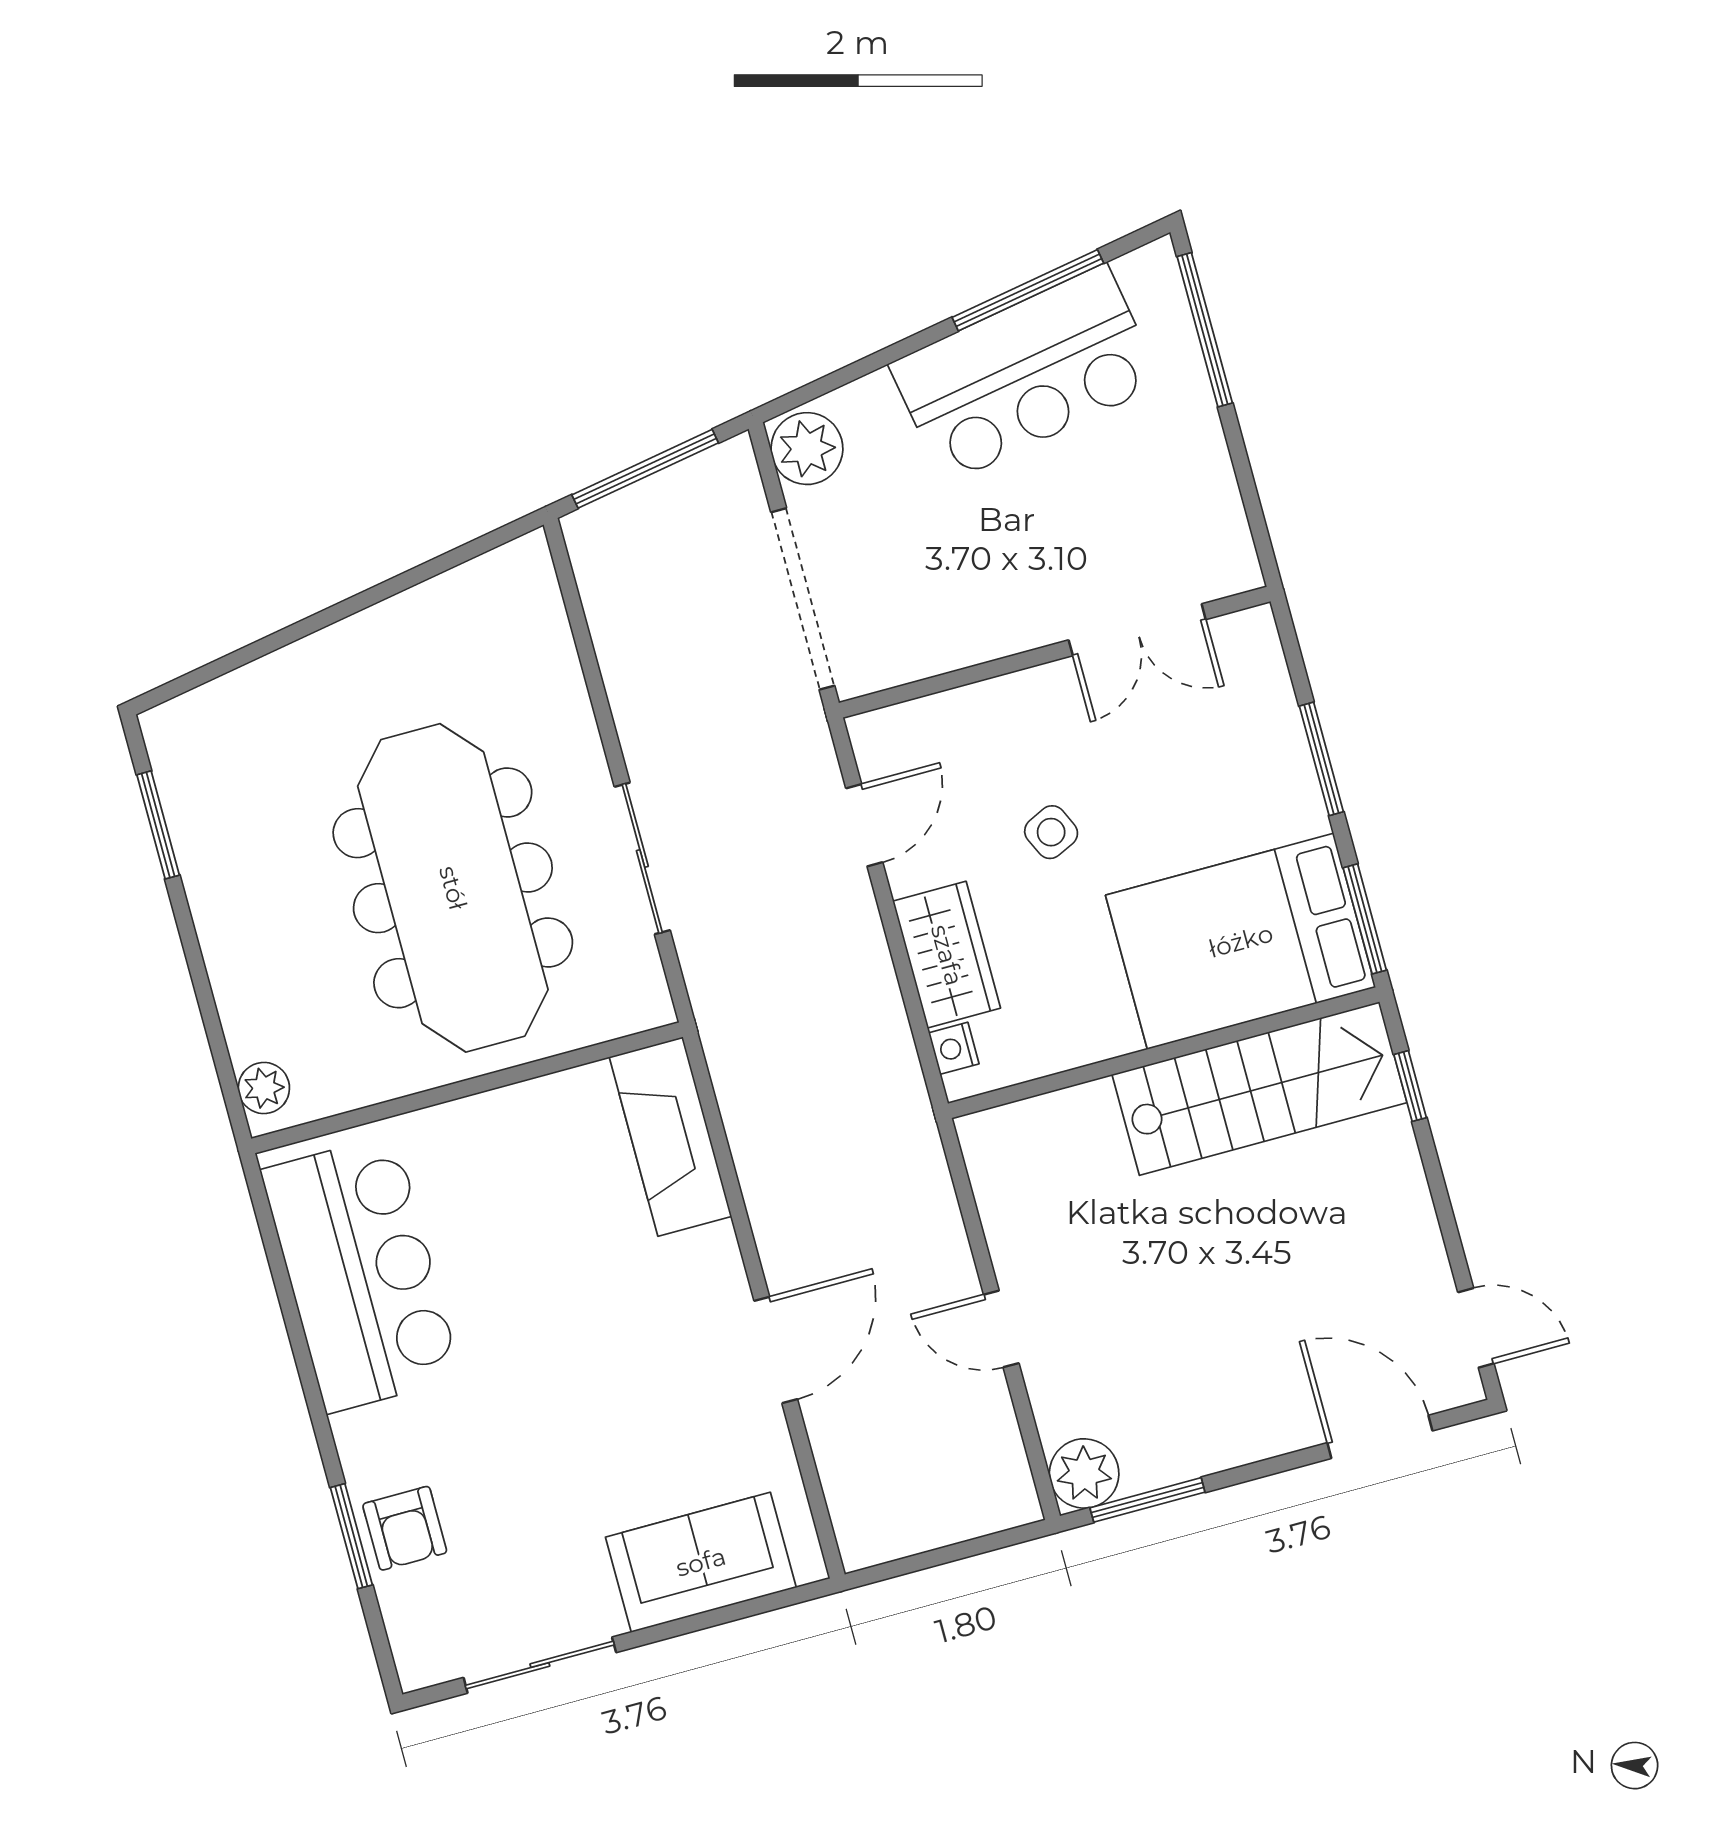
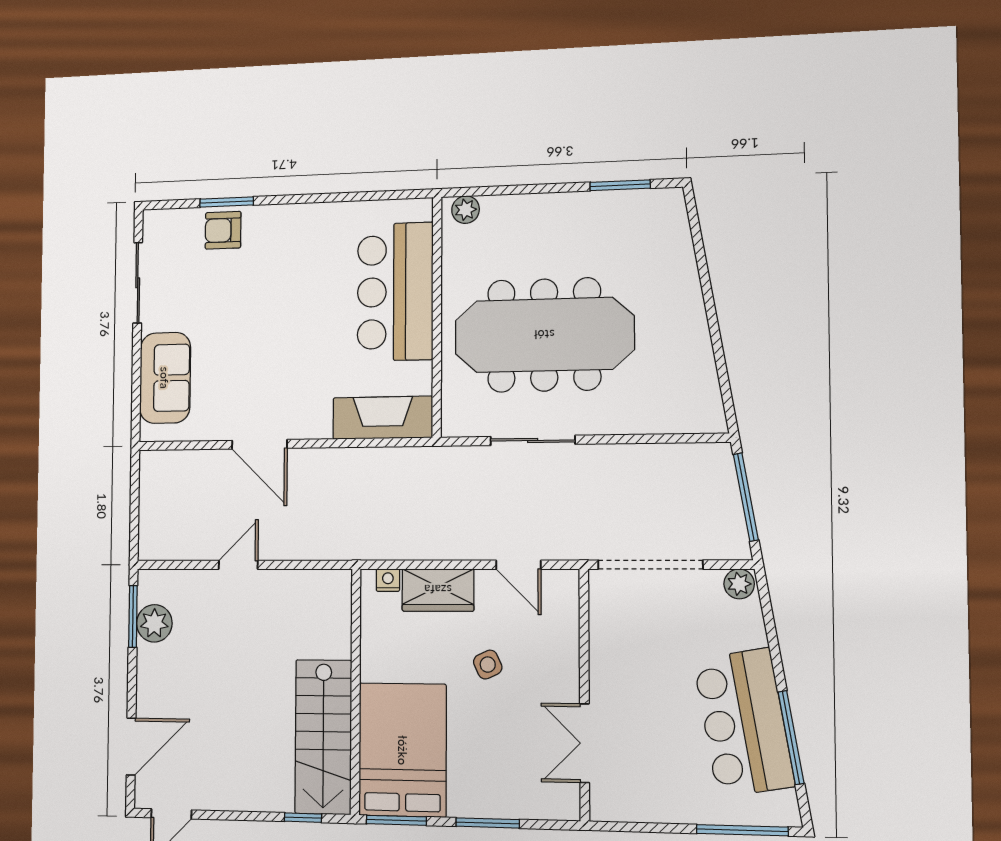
plant: (807, 449) -> (739, 584), width x0.73, depth x0.73
bar counter: (361, 1274) -> (395, 292), moved, turned 90
plant: (1084, 1473) -> (154, 623), moved

